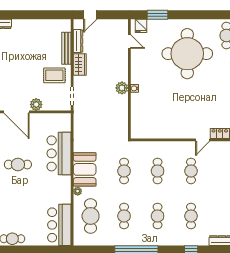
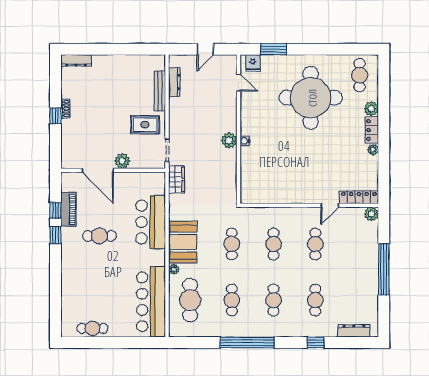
door: (90, 15) -> (205, 49), moved
wardrobe: (80, 64) -> (177, 179), moved
bar counter: (59, 225) -> (151, 302), width x1.36

